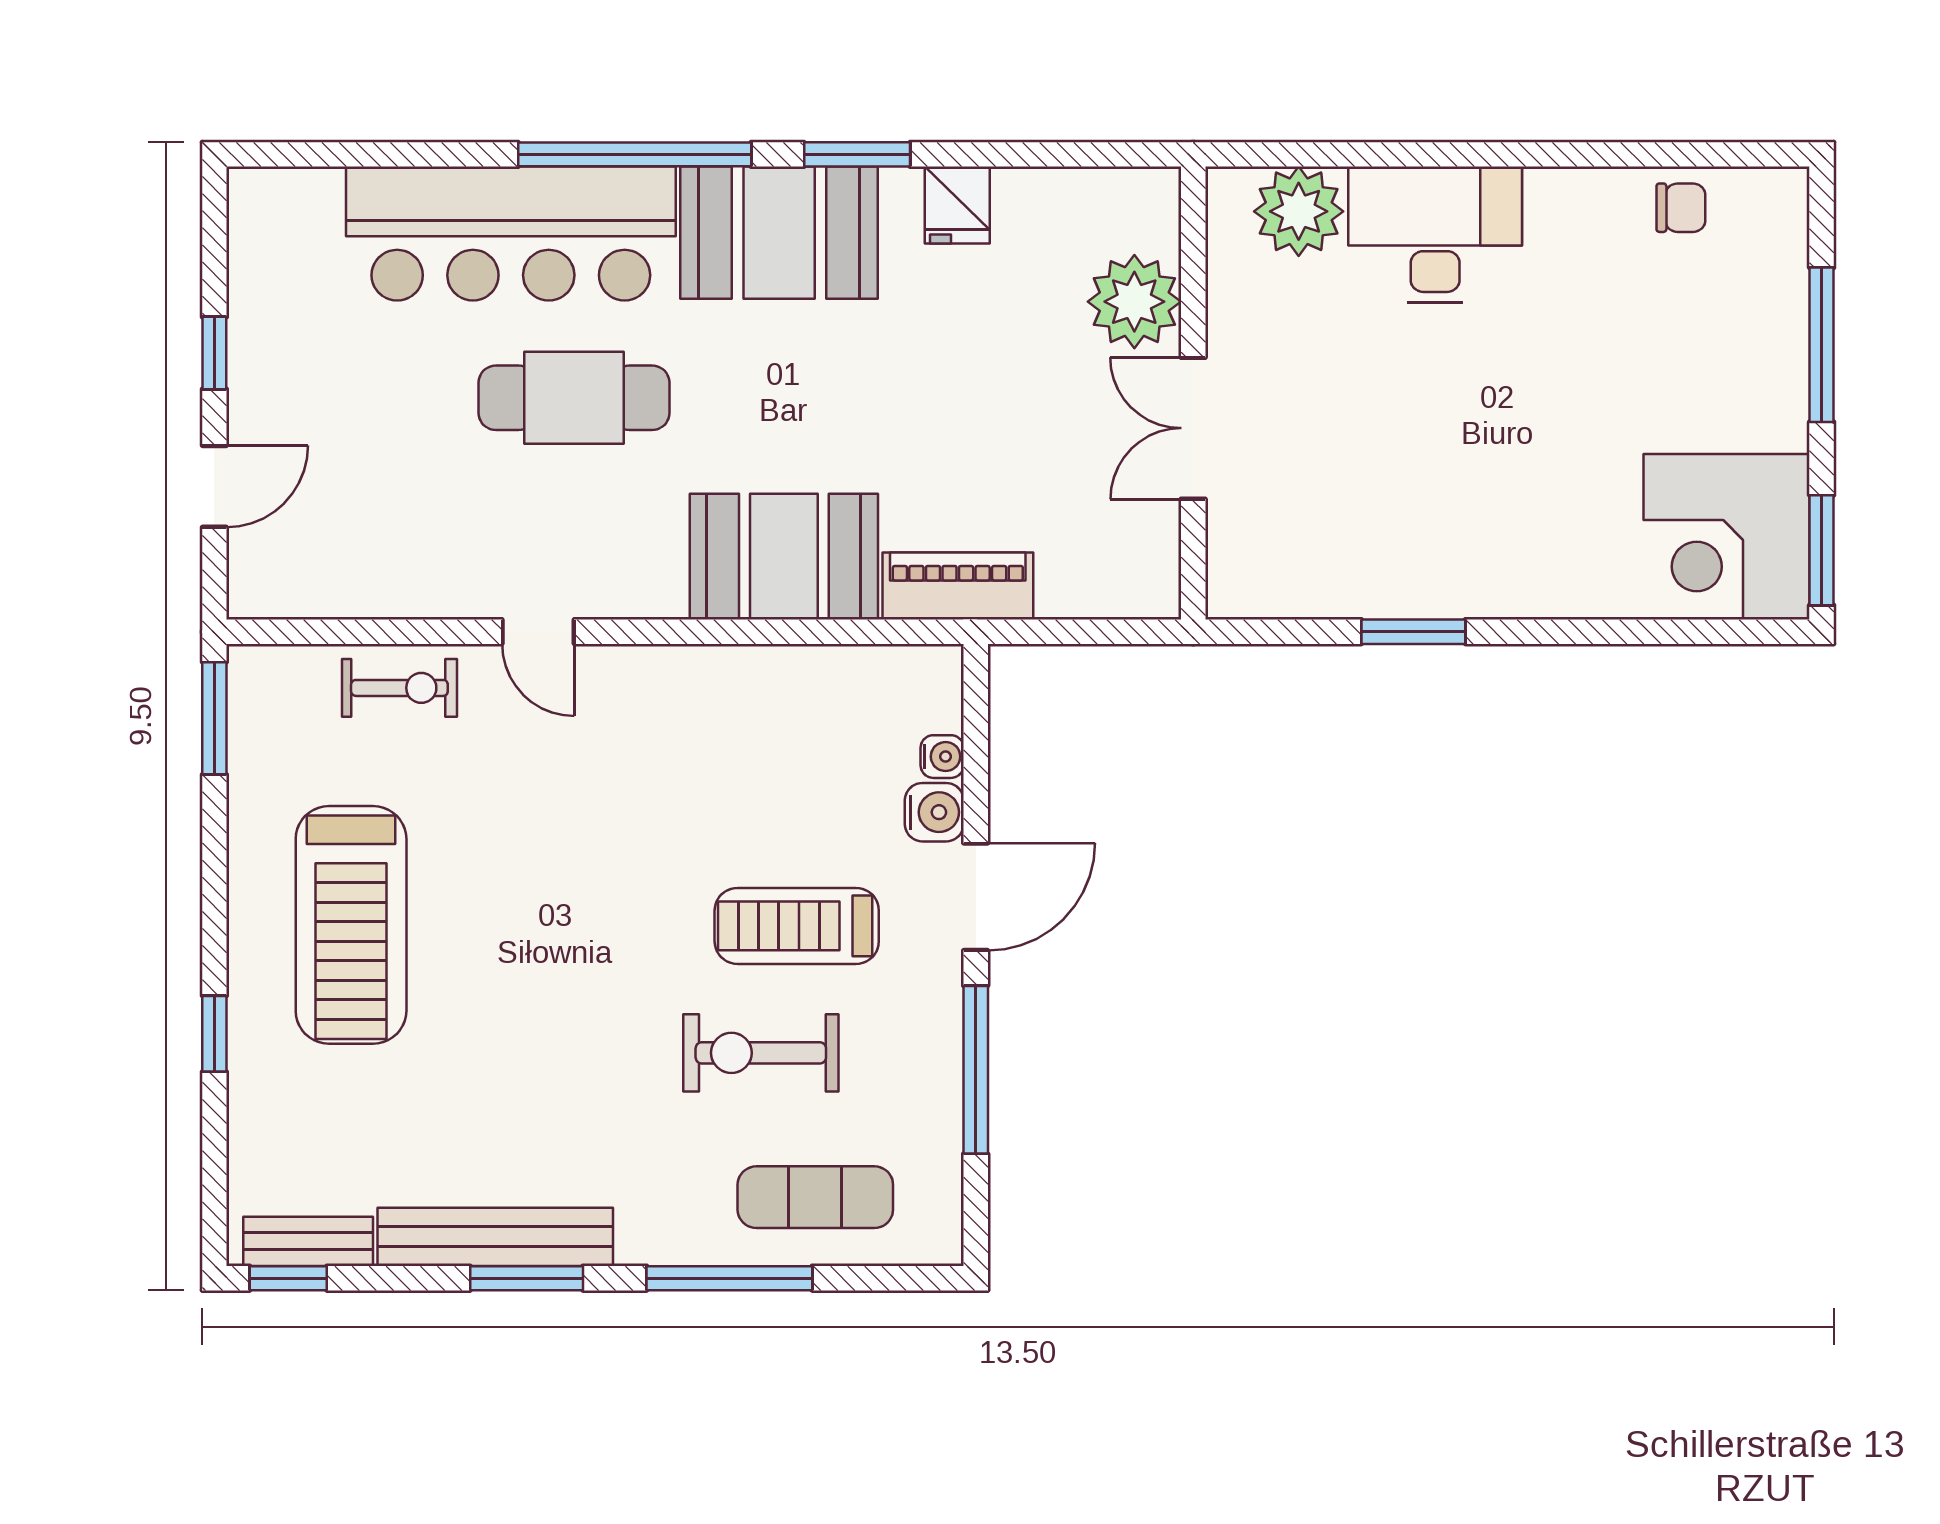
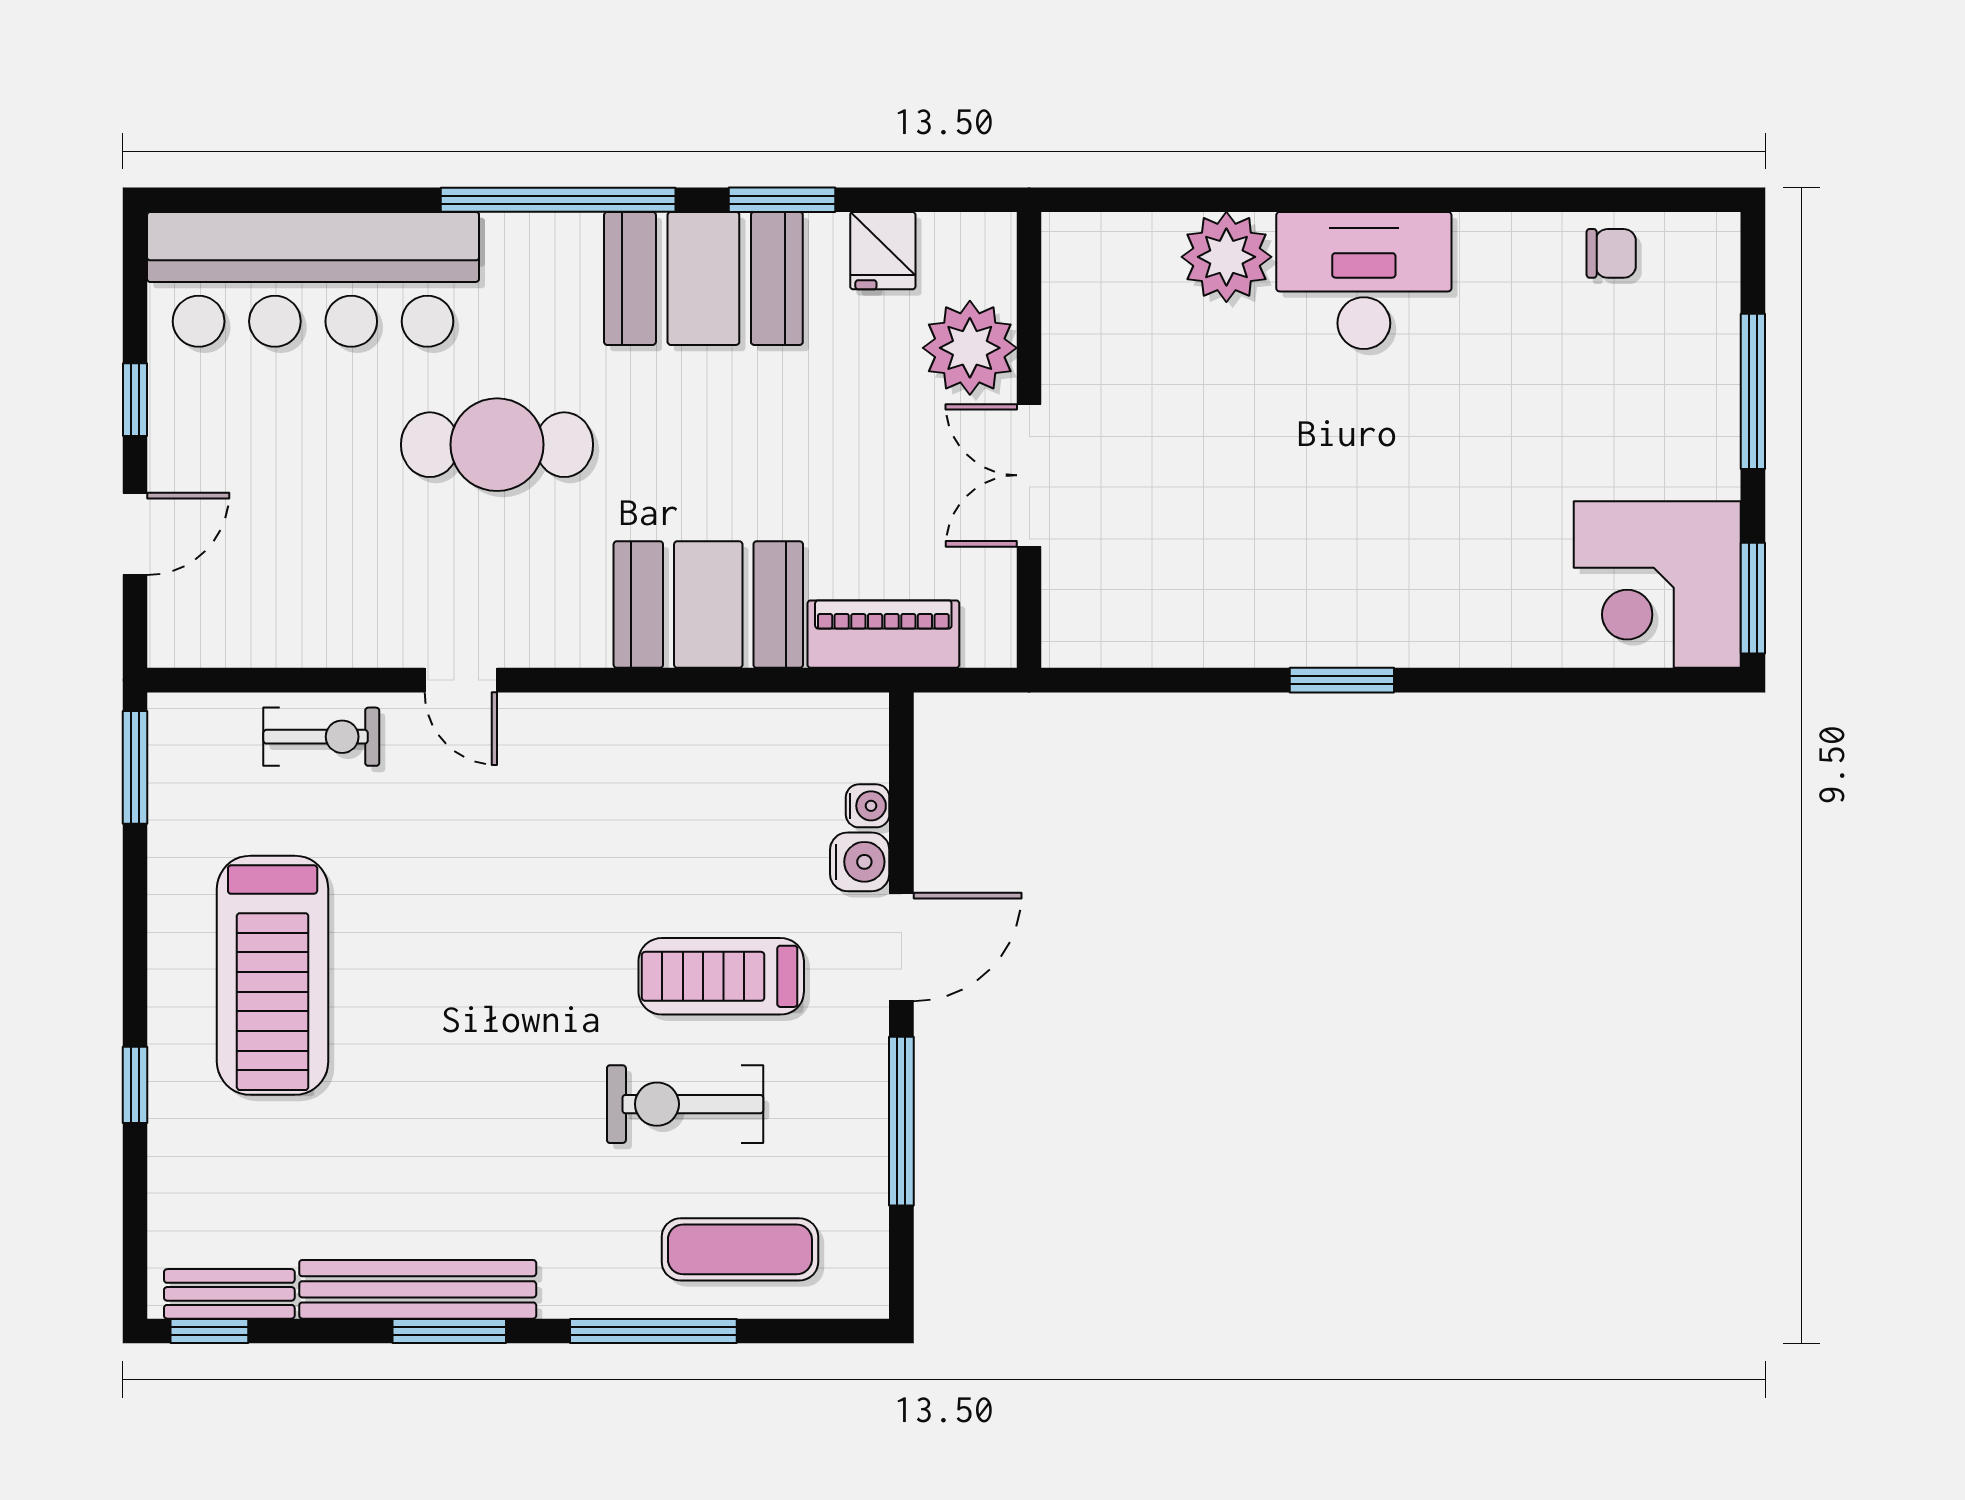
bar counter: (511, 234) -> (313, 279), moved
plant: (1134, 302) -> (970, 348), moved
wall: (1193, 393) -> (1029, 440), moved
double door: (1193, 428) -> (1029, 475), moved

